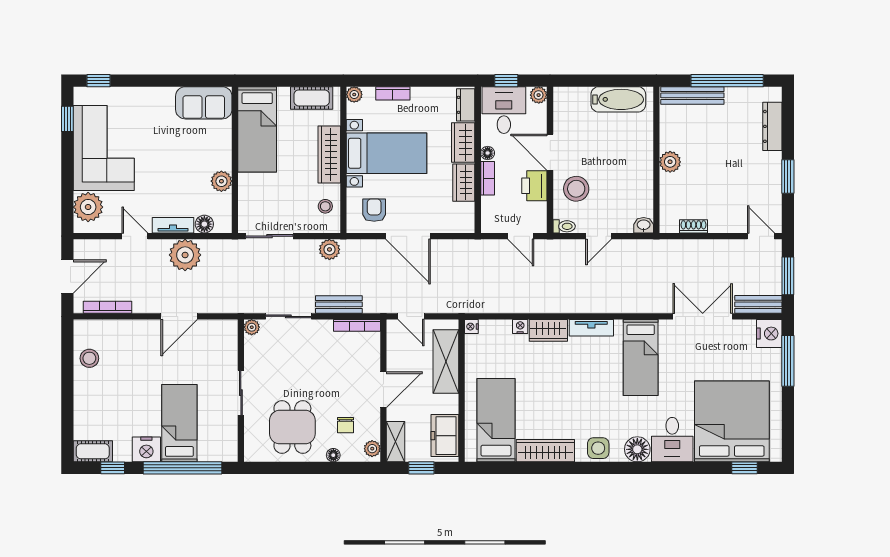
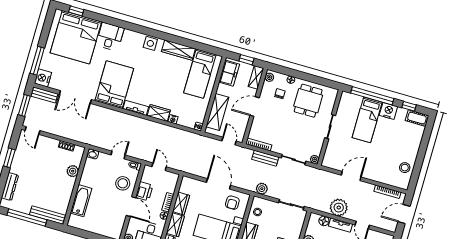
bathtub: (618, 99) -> (81, 201), moved, turned 90
plant: (670, 162) -> (73, 171), moved
bed: (641, 358) -> (114, 85), width x1.50
floor lamp: (637, 449) -> (130, 37), removed

